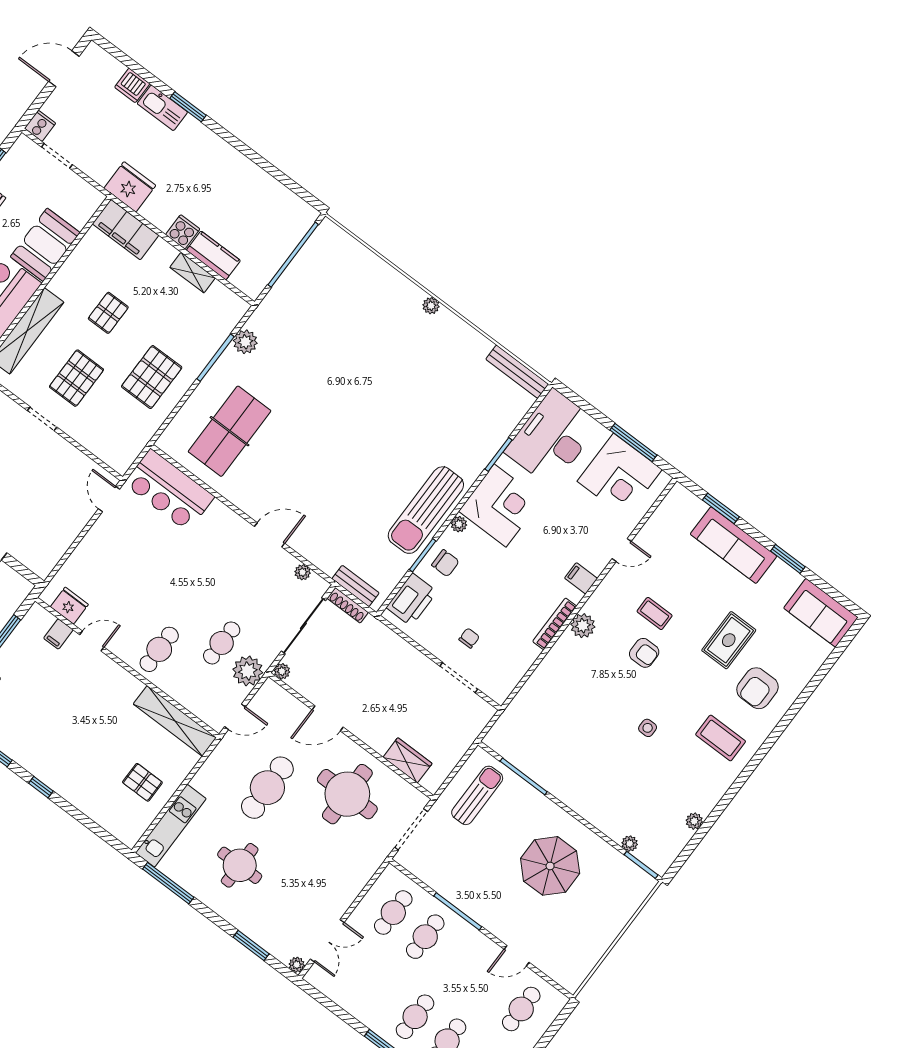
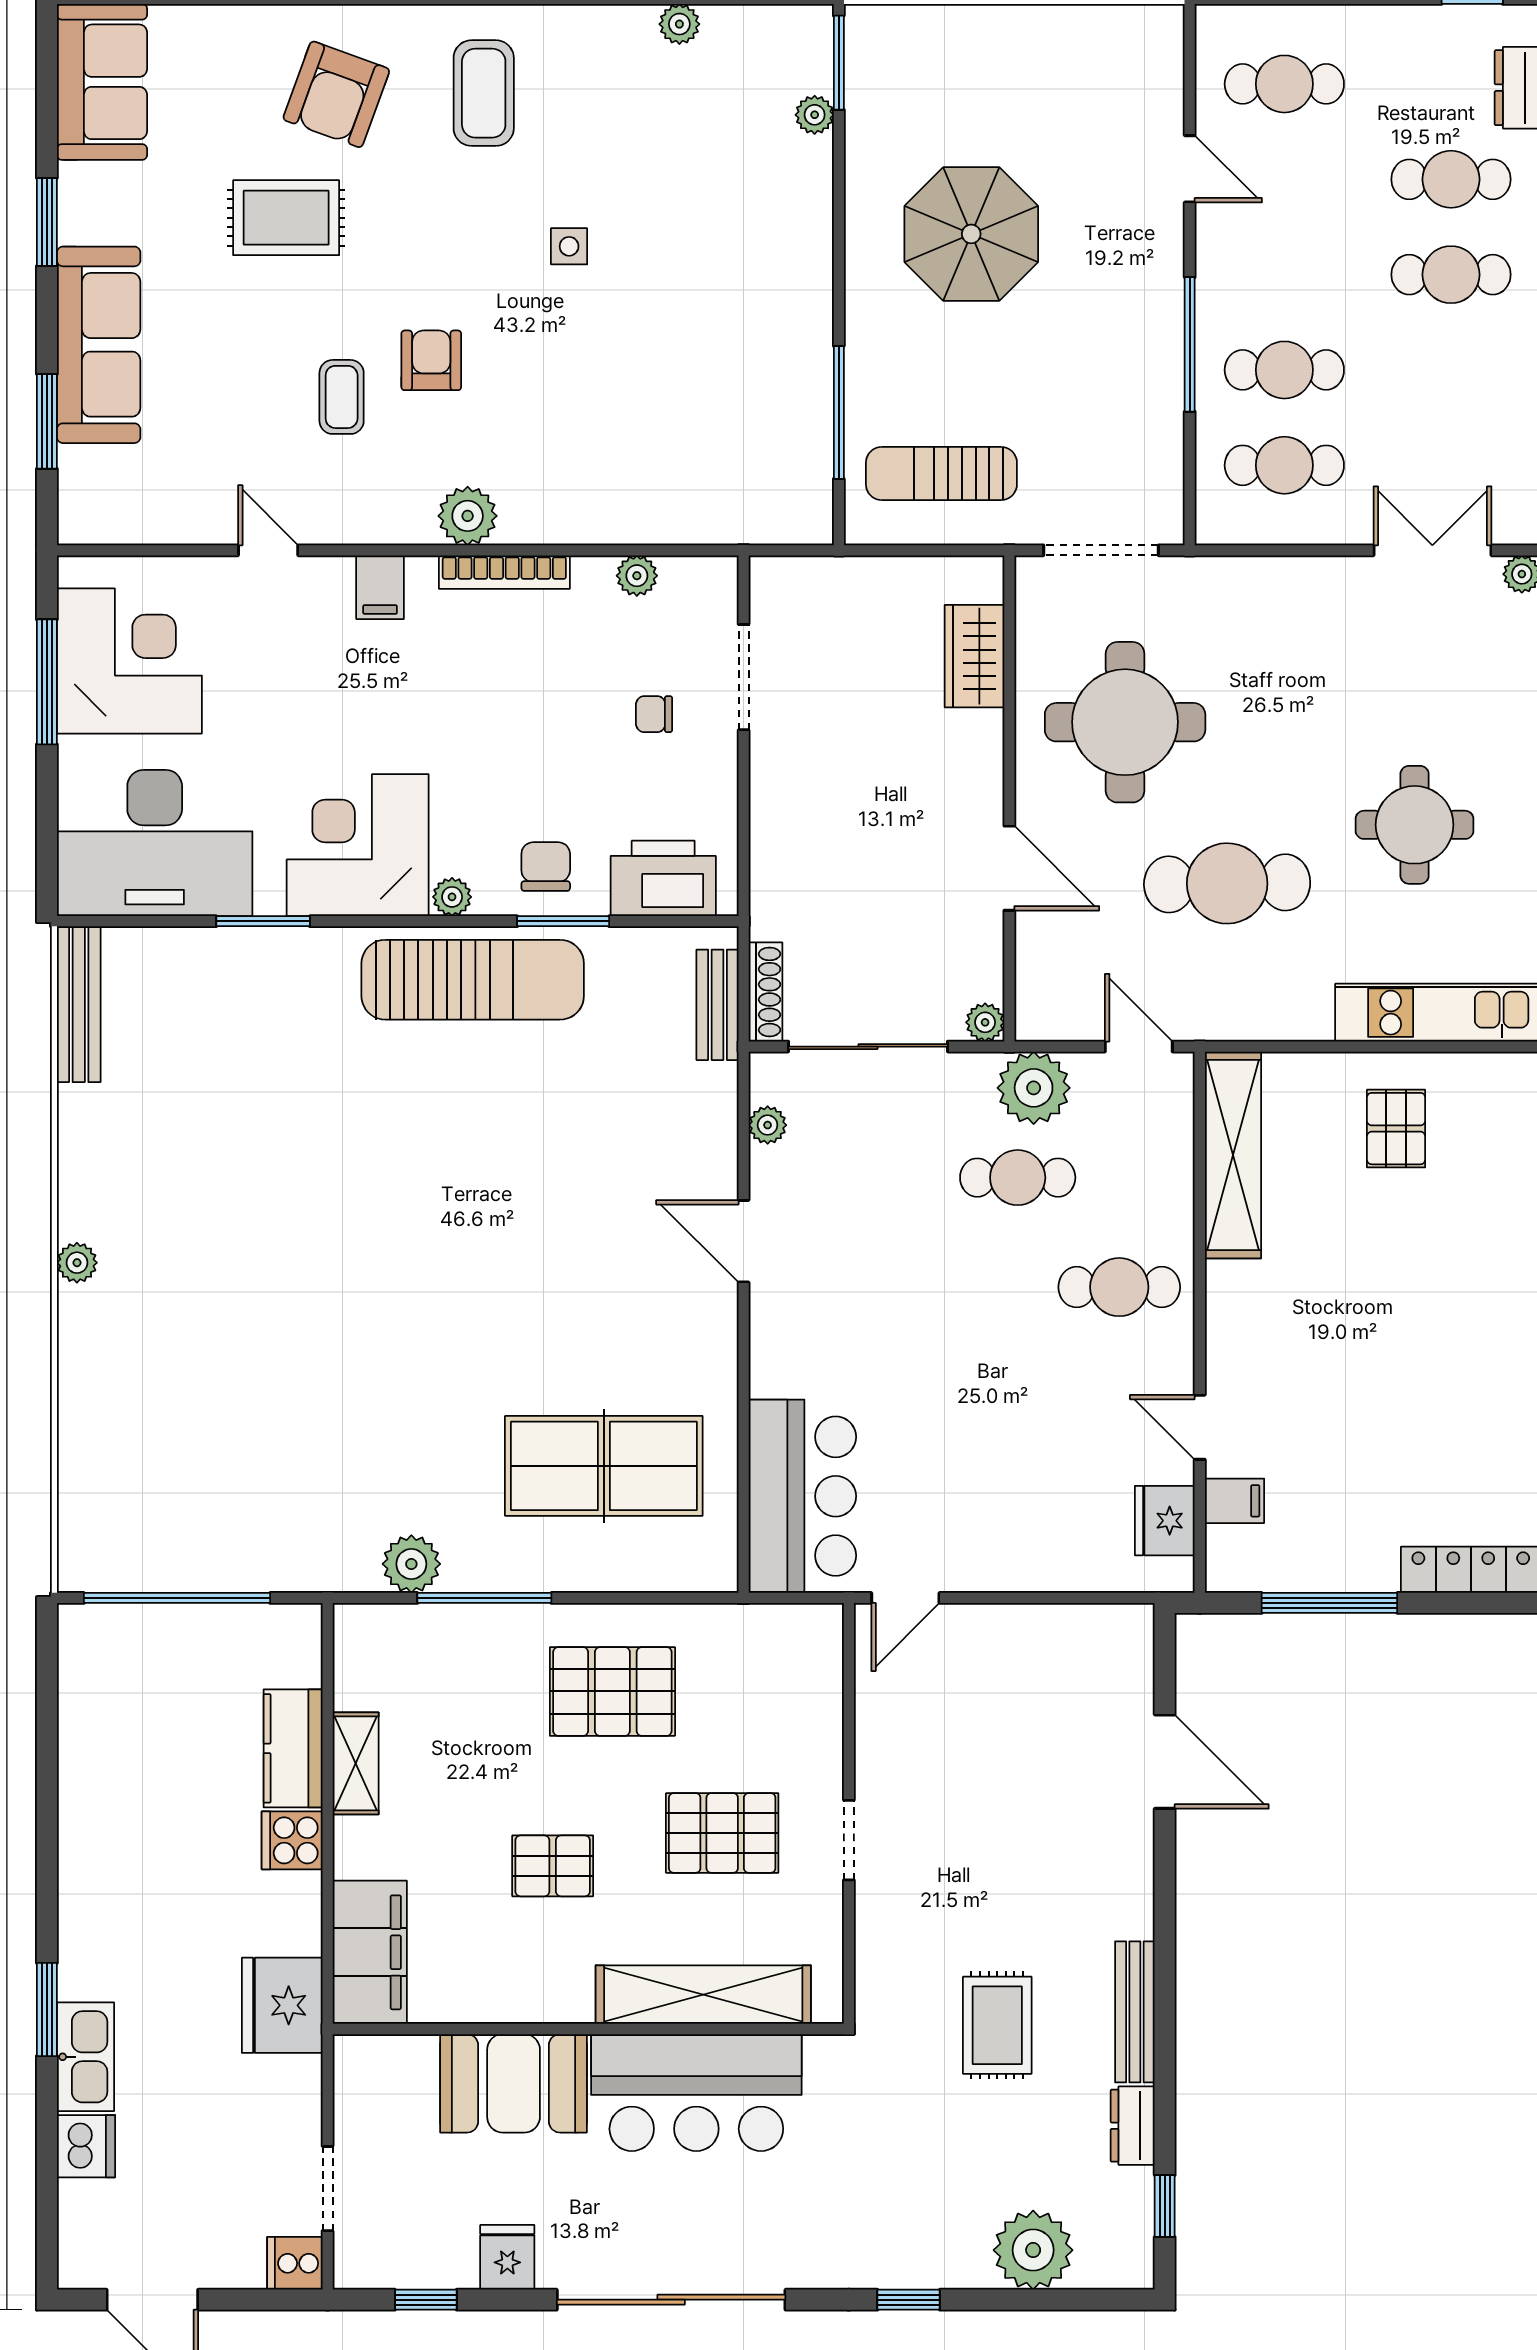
plant: (520, 667) -> (637, 576), added
armchair: (757, 688) -> (336, 94), turned 110

